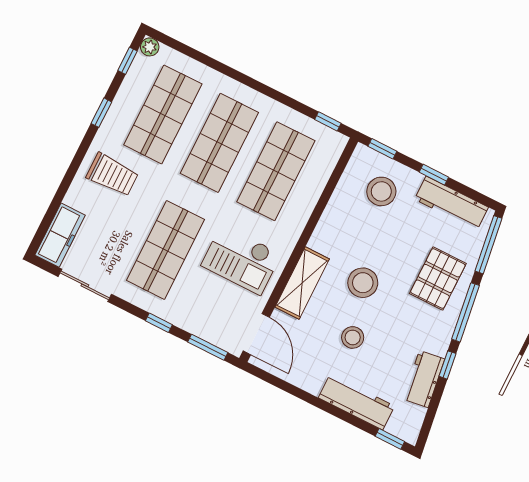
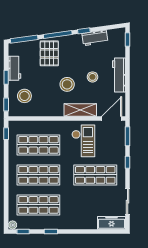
trolley: (112, 175) -> (75, 214), removed
workbench: (451, 203) -> (14, 68), width x0.73
pallet: (438, 278) -> (49, 53), turned 90
workbench: (356, 402) -> (119, 75), moved

